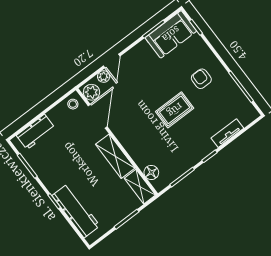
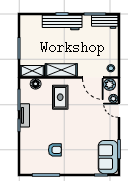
armchair: (201, 79) -> (55, 150), moved
rug: (175, 110) -> (60, 97), moved
workbench: (36, 132) -> (105, 22), moved, turned -90
tv unit: (227, 133) -> (25, 115), moved
workbench: (76, 211) -> (62, 22), moved

